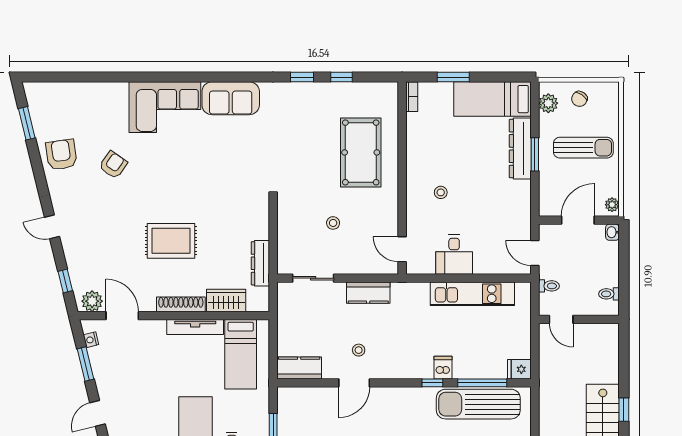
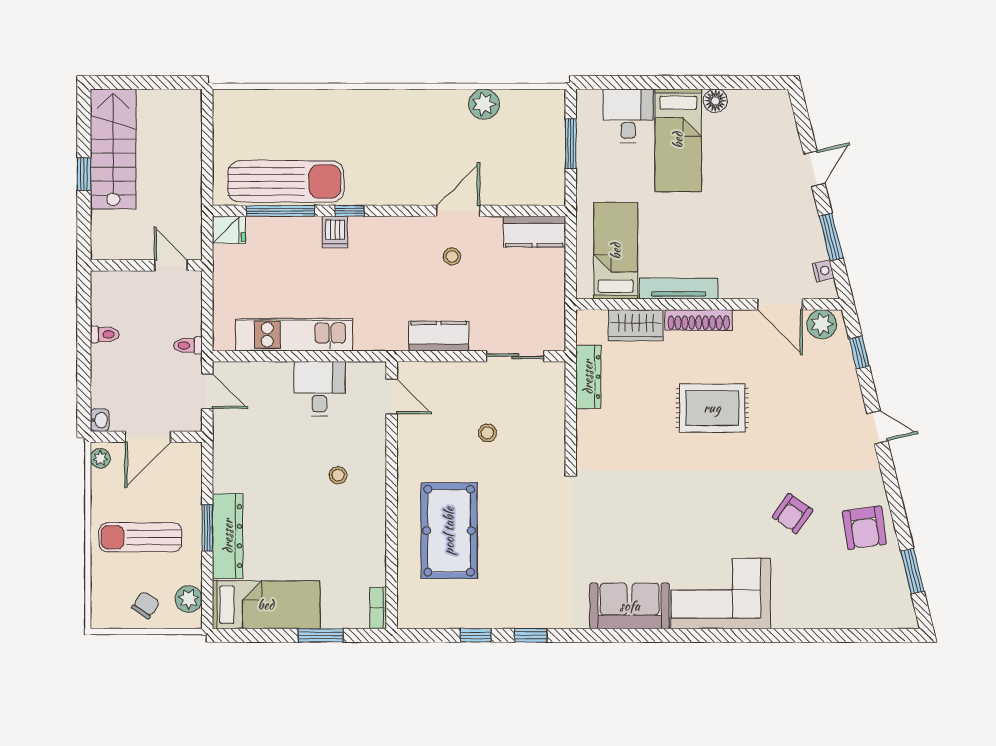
door: (561, 319) -> (171, 265), moved
wall: (579, 319) -> (146, 265), moved

